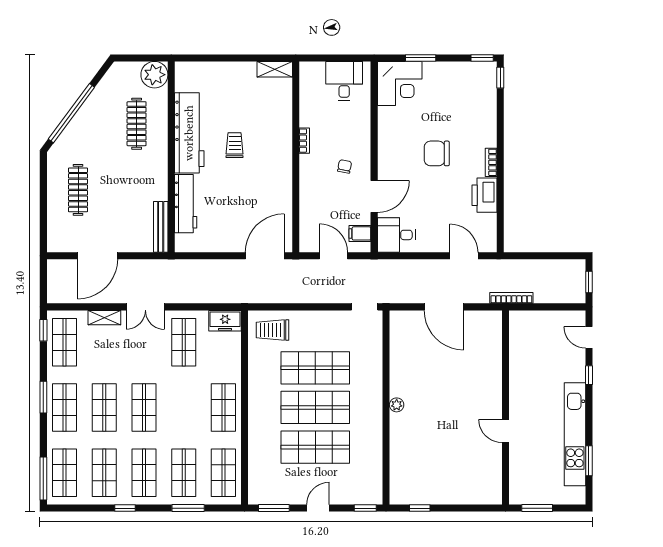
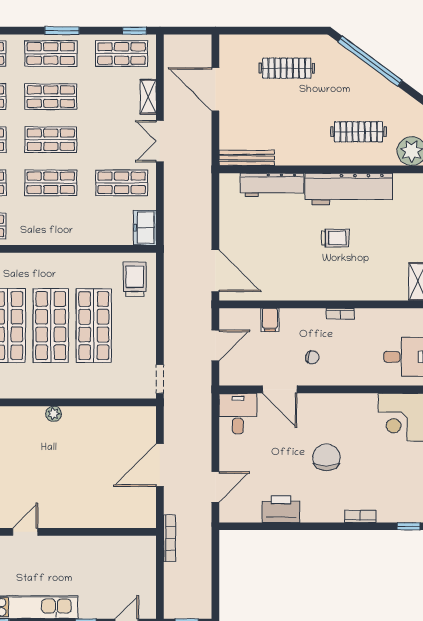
bookcase: (491, 162) -> (360, 516), moved
filing cabinet: (360, 233) -> (270, 320), moved, turned 180
shop shelf: (223, 407) -> (51, 183), moved

